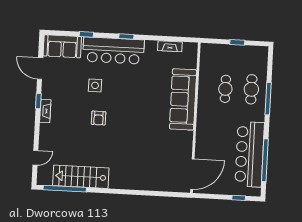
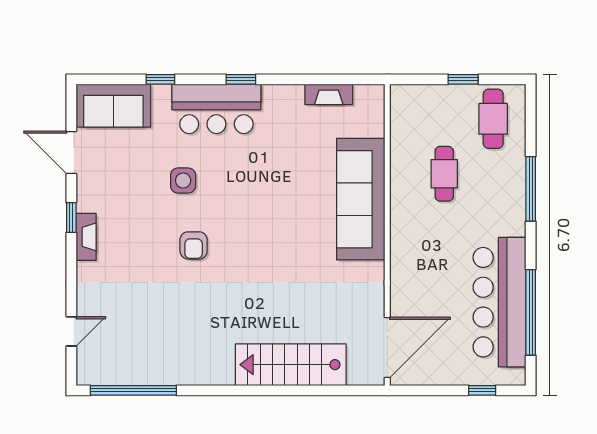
bar counter: (114, 51) -> (216, 109), width x0.73
cafe table: (251, 89) -> (493, 119), moved
stairs: (81, 177) -> (291, 365), moved

